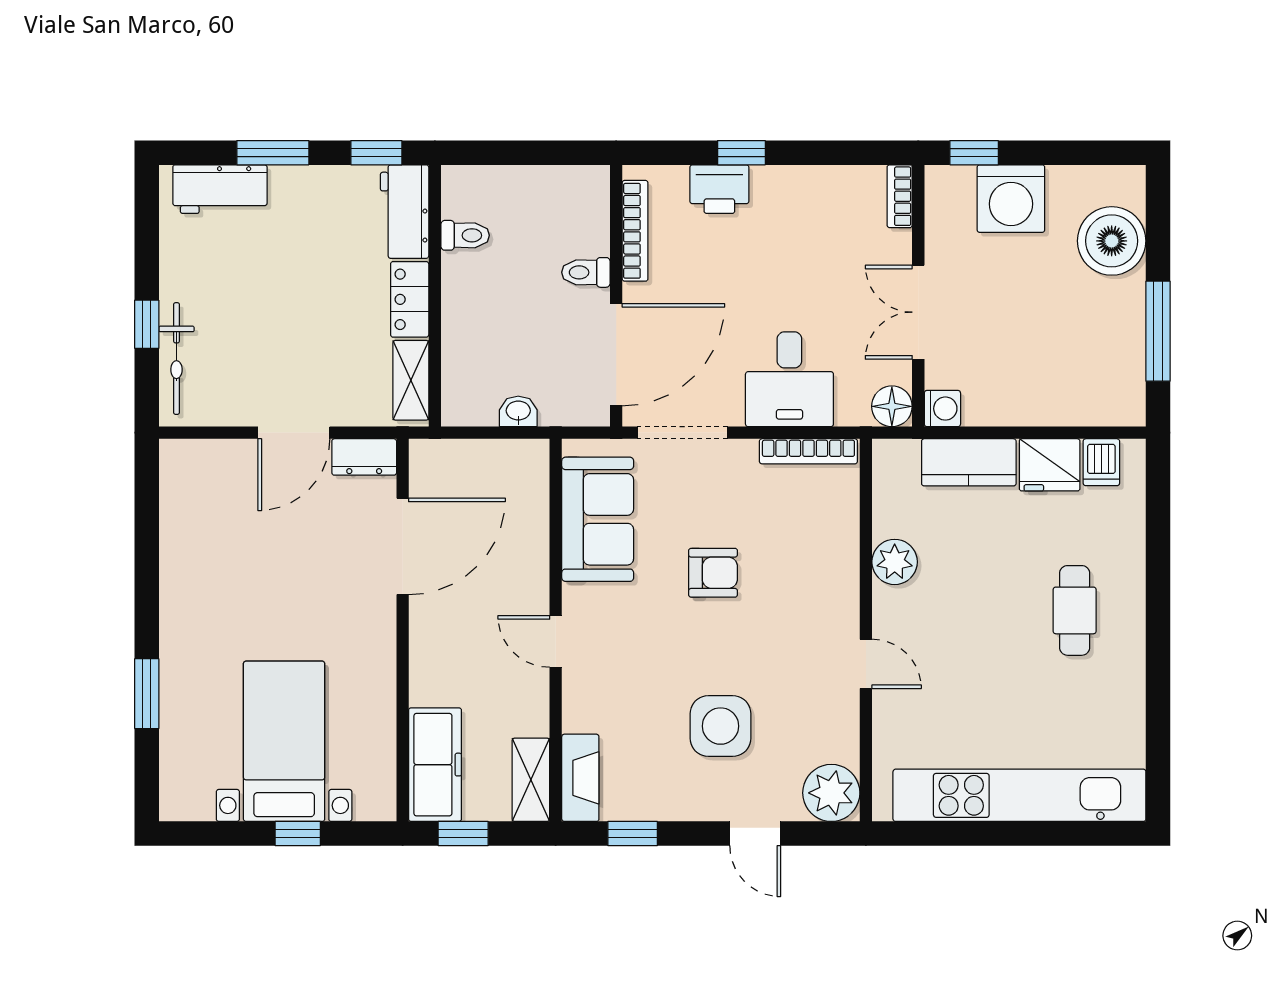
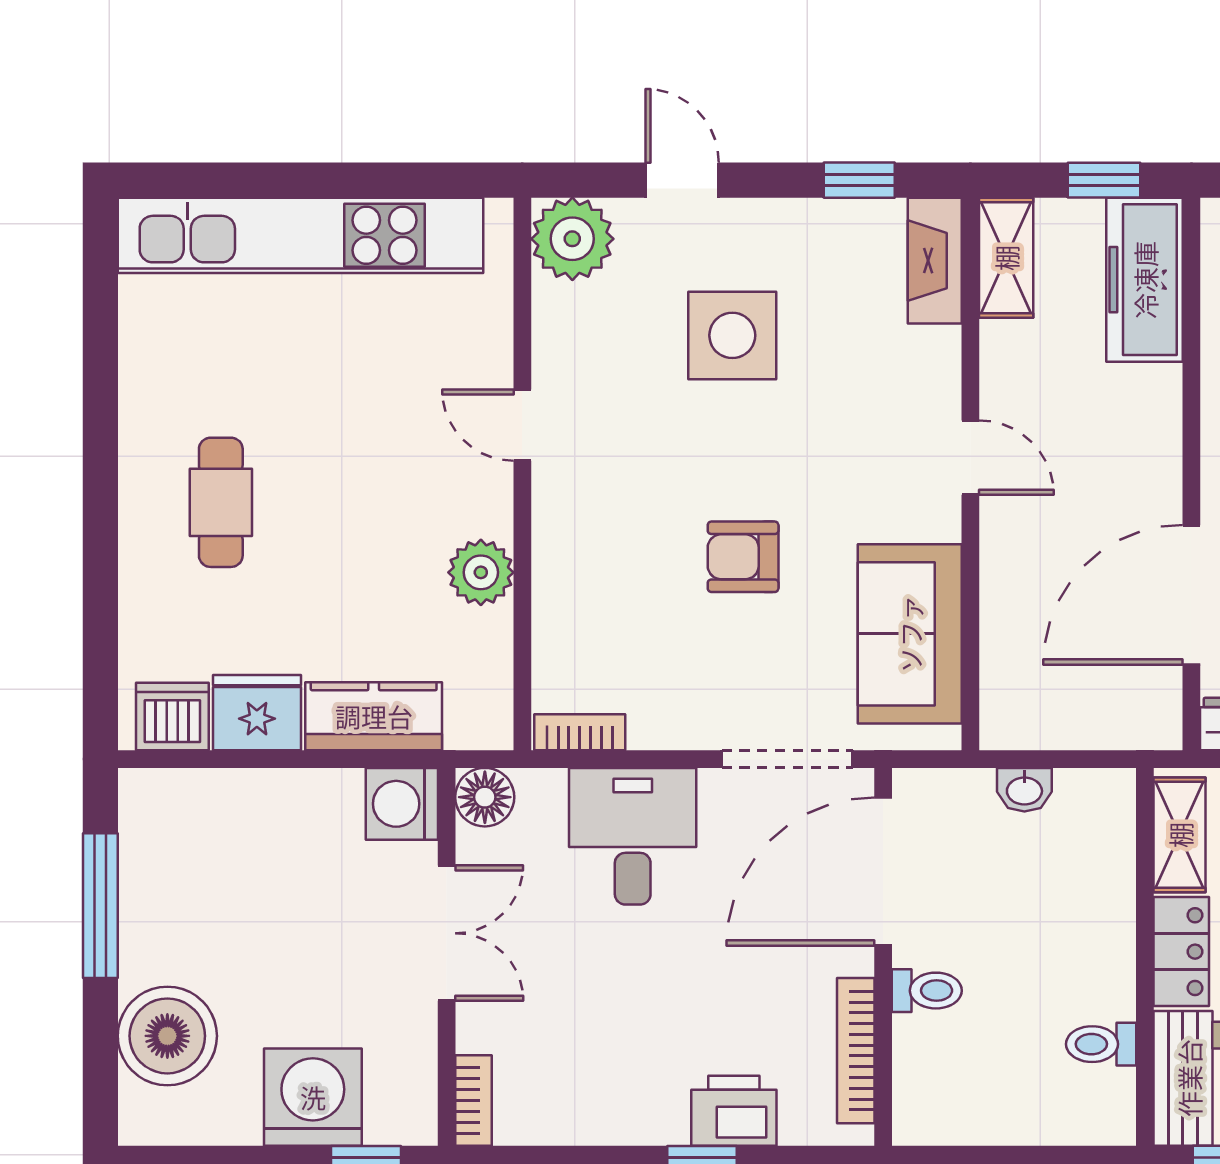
washing machine: (942, 409) -> (402, 804), width x1.38, depth x1.38
bookcase: (808, 451) -> (580, 732), width x0.64
dishwasher: (1101, 462) -> (172, 716), width x1.38

